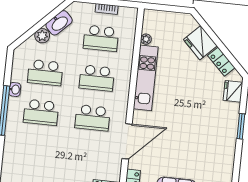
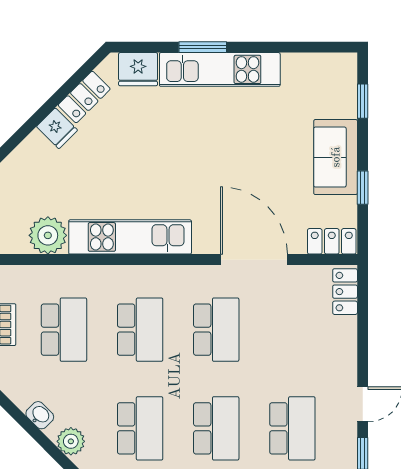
washbasin: (59, 23) -> (40, 415), width x0.52, depth x0.69
plant: (146, 39) -> (48, 235), width x1.88, depth x1.88
fridge: (200, 43) -> (57, 128), width x0.53, depth x0.75
kitchen unit: (228, 134) -> (220, 69), added
school desk: (37, 152) -> (292, 428), added

